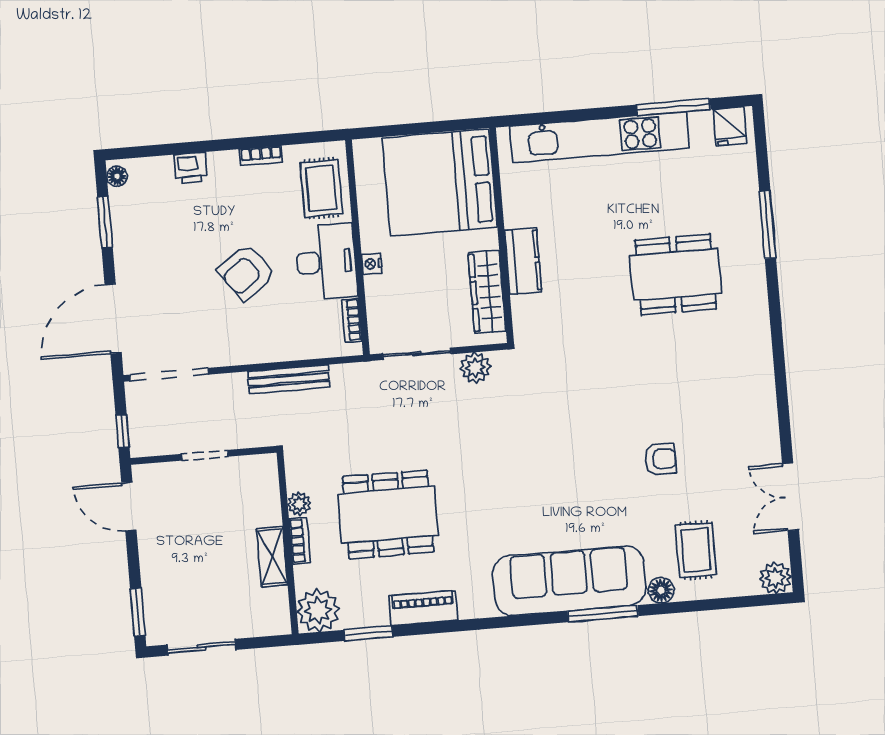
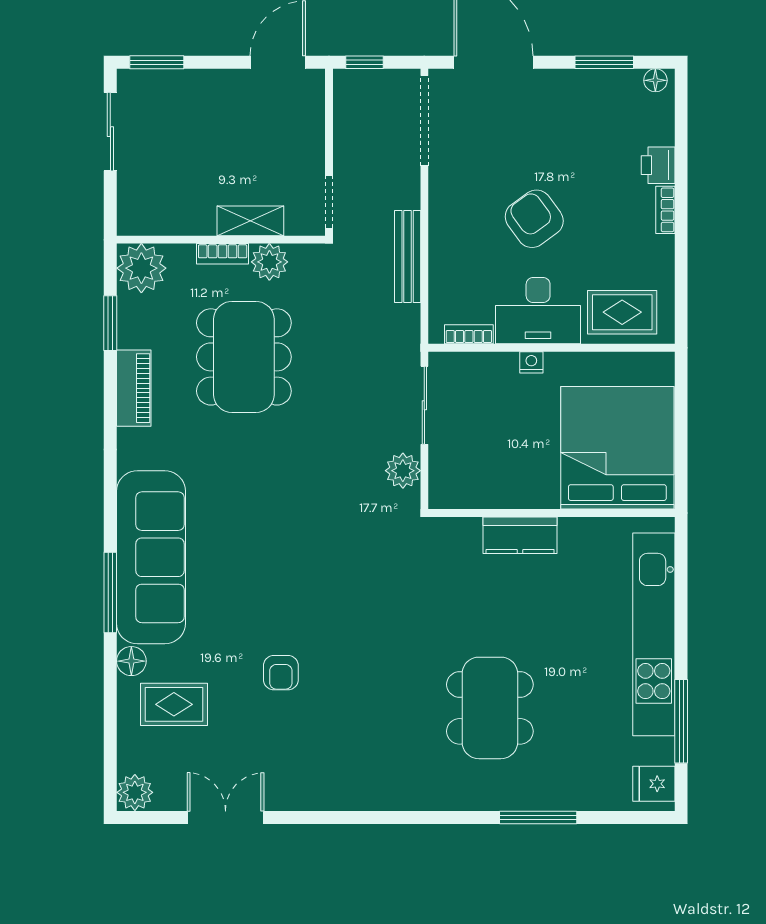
bookcase: (261, 156) -> (665, 210), moved
wardrobe: (487, 292) -> (488, 491), removed
doorway: (205, 455) -> (329, 202), moved
plant: (299, 504) -> (269, 262), width x1.38, depth x1.38
shelving: (272, 557) -> (250, 221), moved

